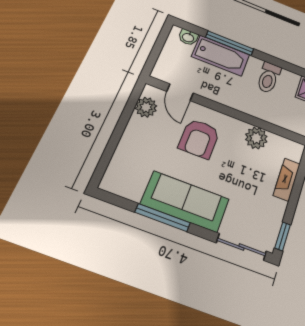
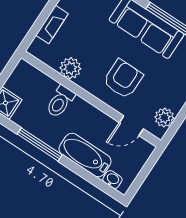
window: (230, 43) -> (40, 144), moved
toilet: (269, 78) -> (60, 102), moved, turned 180
door: (180, 92) -> (131, 126), swing flipped

